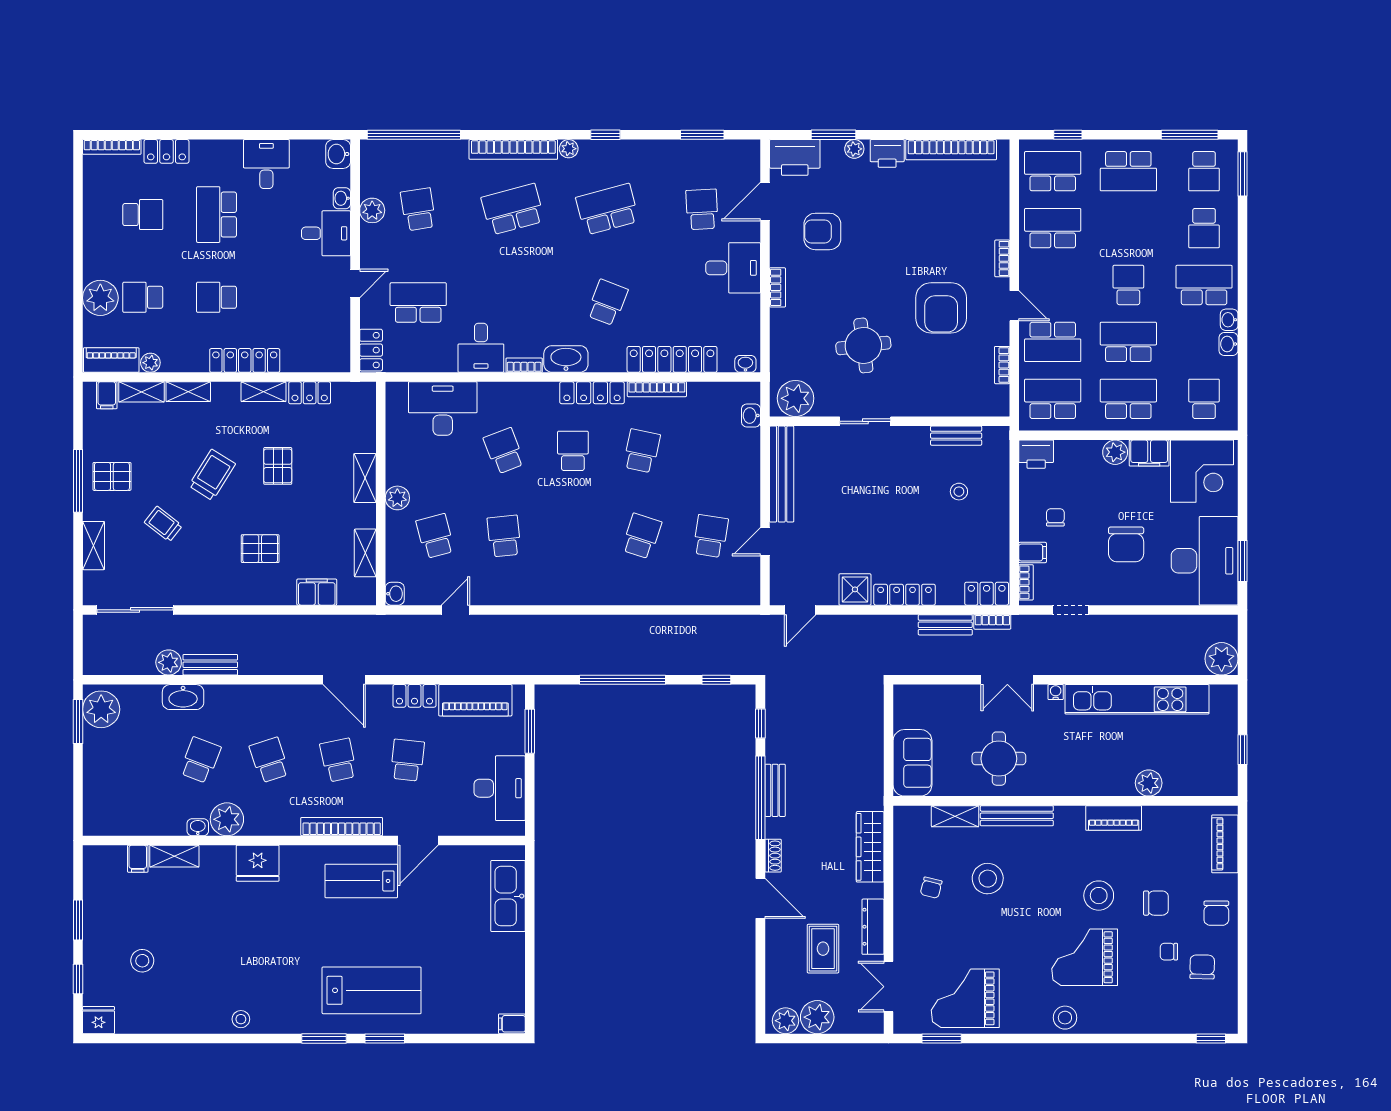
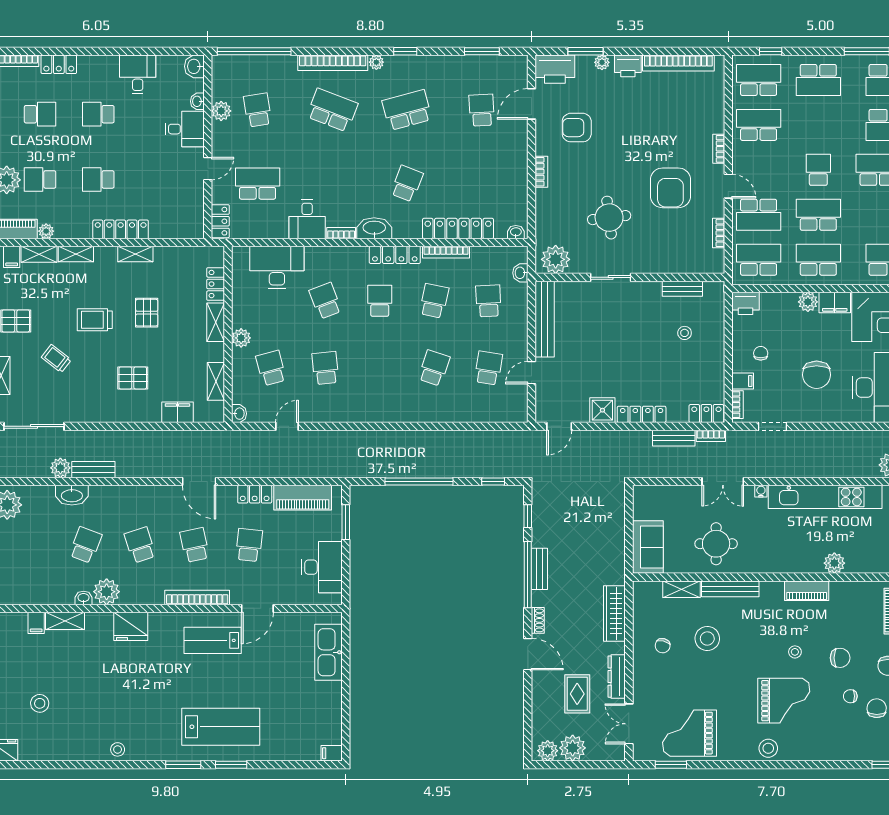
school desk: (513, 209) -> (332, 110), turned 36
school desk: (217, 215) -> (98, 114), width x0.54
desk: (733, 268) -> (506, 156), removed
locker: (310, 393) -> (216, 284), moved, turned 90
school desk: (711, 451) -> (488, 301), added
trolley: (212, 475) -> (95, 320), turned -122
stool: (1099, 896) -> (795, 652), width x0.53, depth x0.53
grand piano: (1085, 957) -> (784, 701), turned 180

